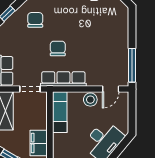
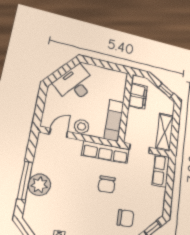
chair: (35, 20) -> (125, 218), turned -90
plant: (119, 38) -> (39, 185), added
window: (132, 65) -> (25, 180), moved

